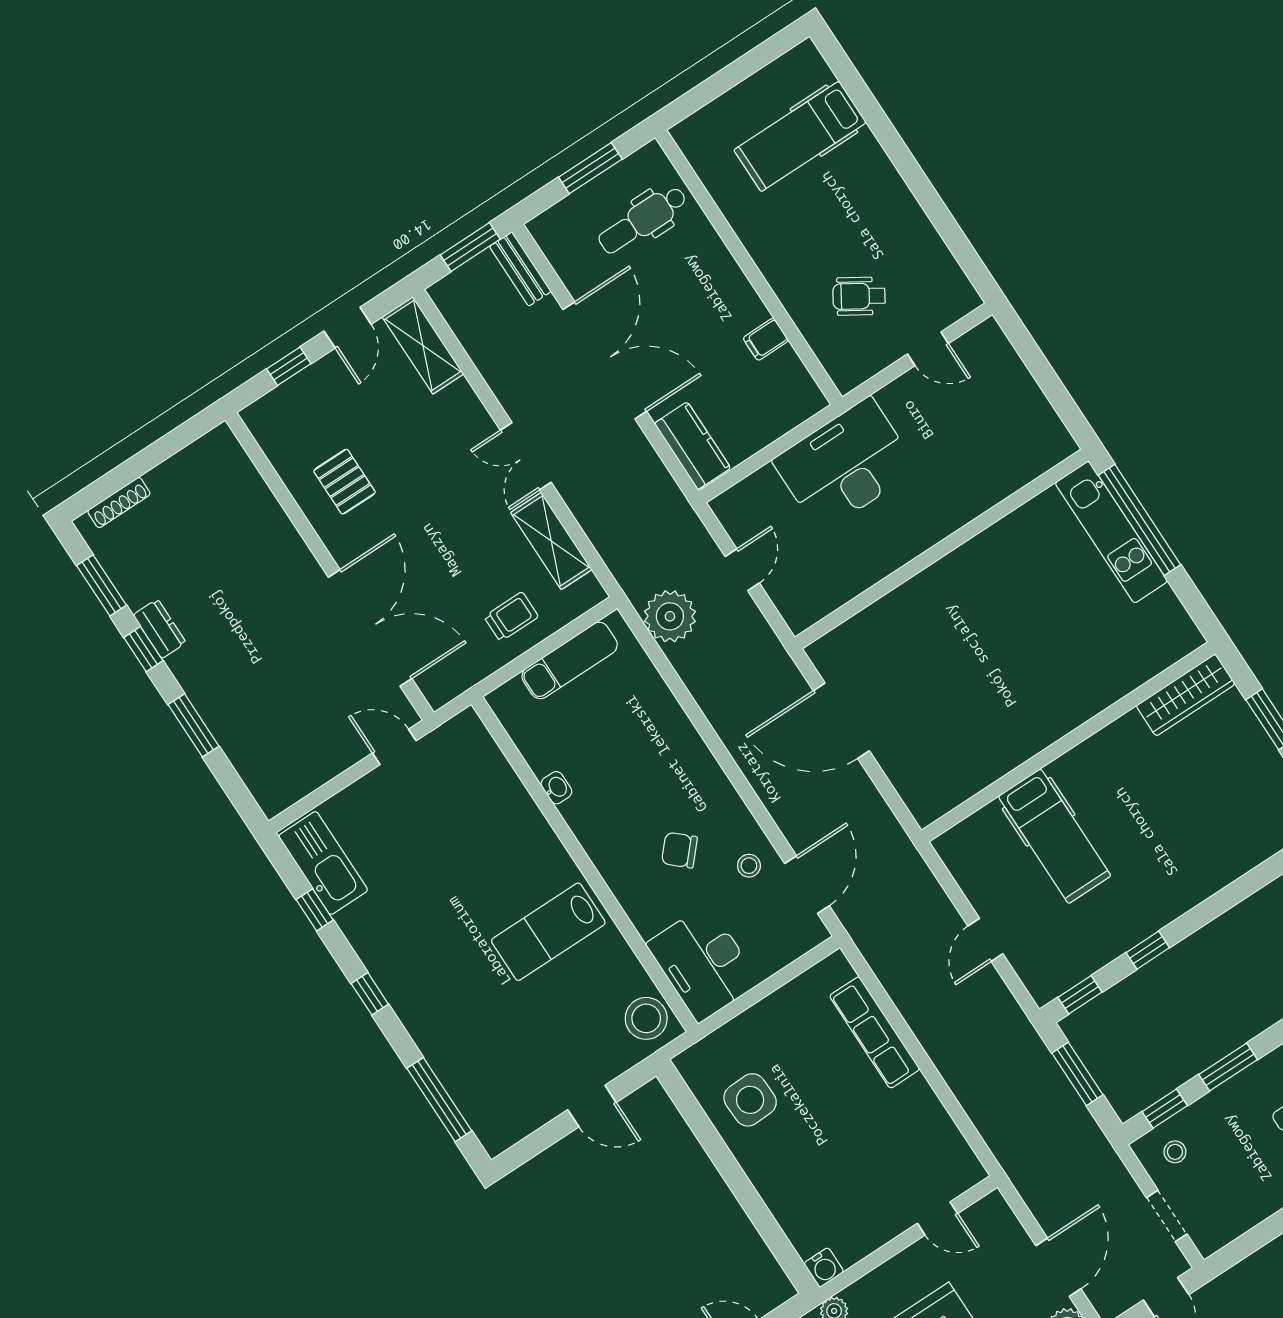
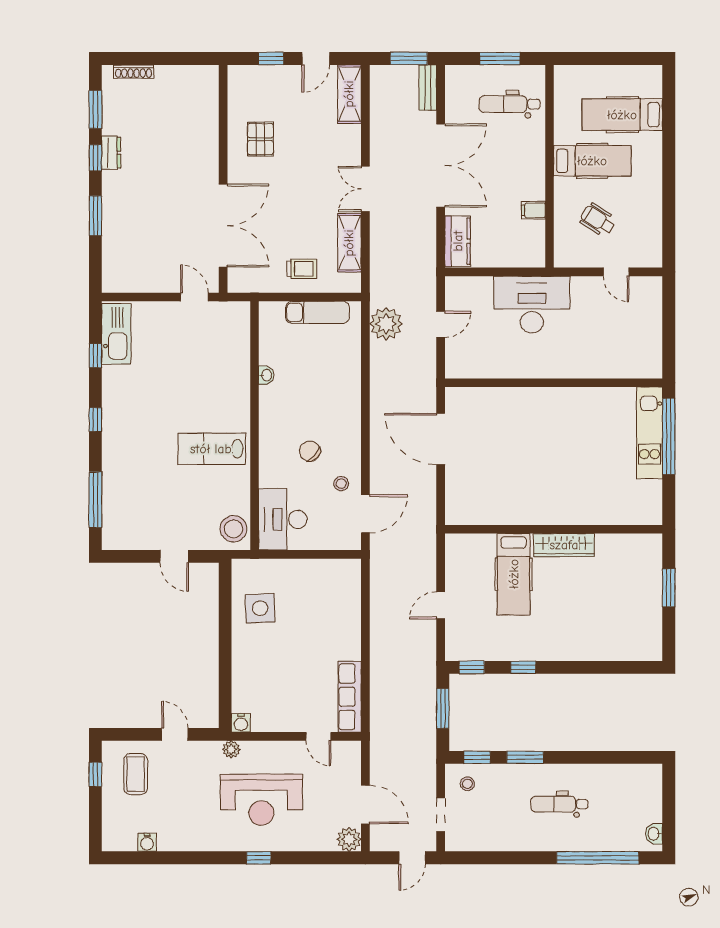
hospital bed: (800, 223) -> (592, 161), added
wardrobe: (1186, 695) -> (564, 545), moved
row of seats: (875, 1032) -> (350, 697), moved
door: (1058, 1267) -> (365, 804), hinge flipped

